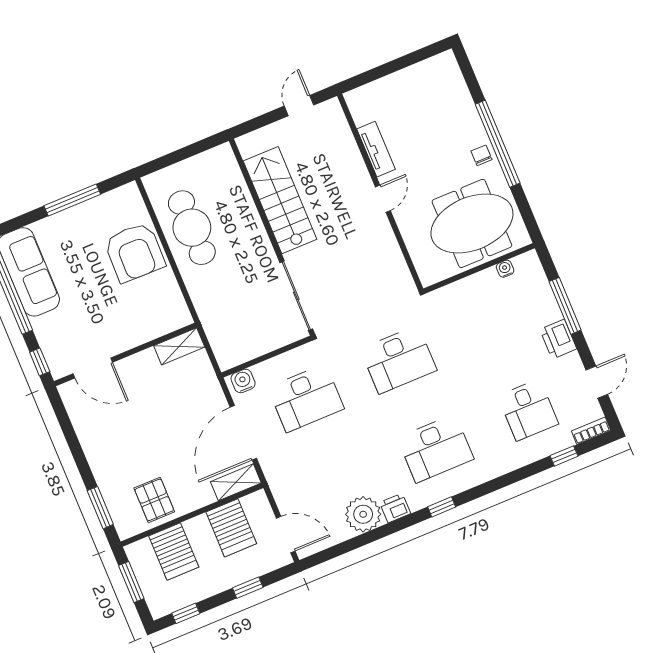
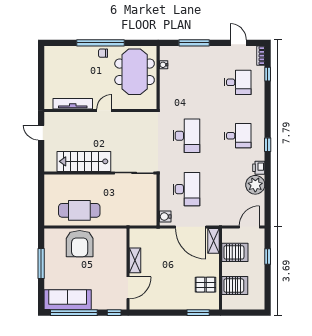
tv unit: (376, 149) -> (73, 104), width x1.41
door: (383, 199) -> (104, 110), hinge flipped
armchair: (134, 252) -> (80, 244), turned 89
printer: (558, 339) -> (209, 53), removed
shelving: (179, 346) -> (135, 260), moved
desk: (436, 448) -> (238, 136), width x0.73
window: (131, 582) -> (241, 313), removed
window: (186, 613) -> (268, 292), removed

